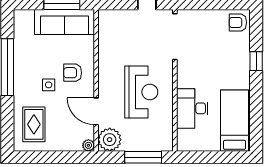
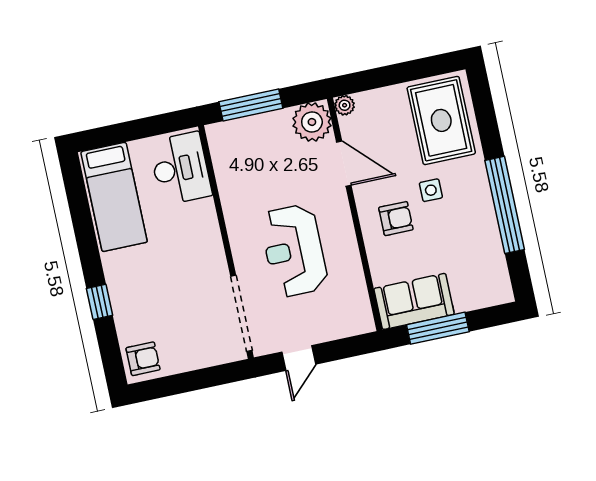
sofa: (64, 22) -> (414, 301), width x0.73
reception desk: (141, 92) -> (294, 251), moved
desk: (192, 108) -> (180, 168), moved
rug: (34, 124) -> (441, 120), width x1.36, depth x1.43

